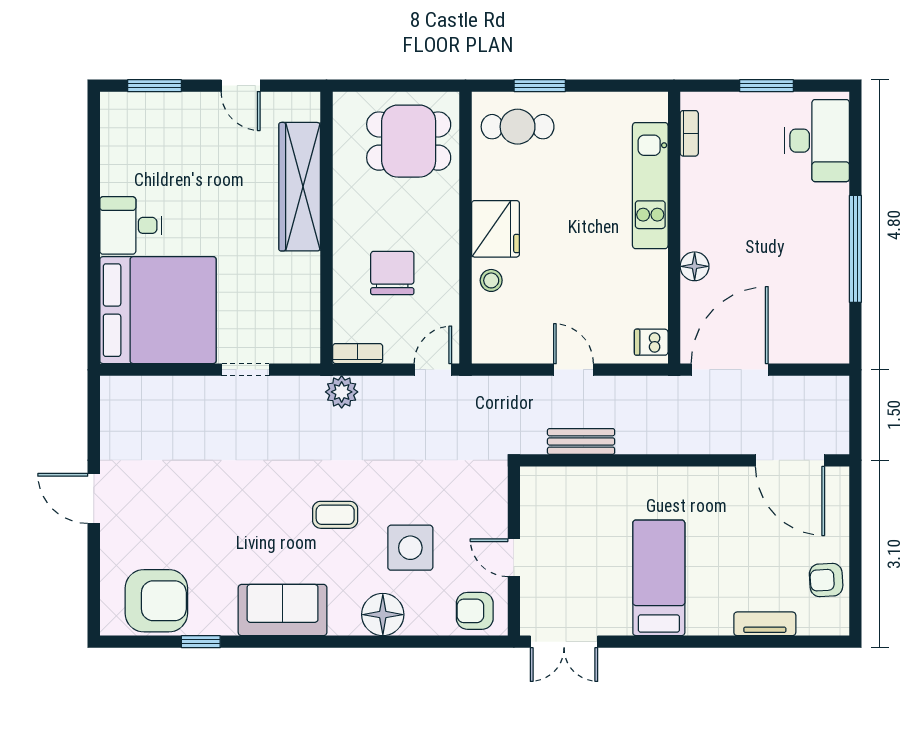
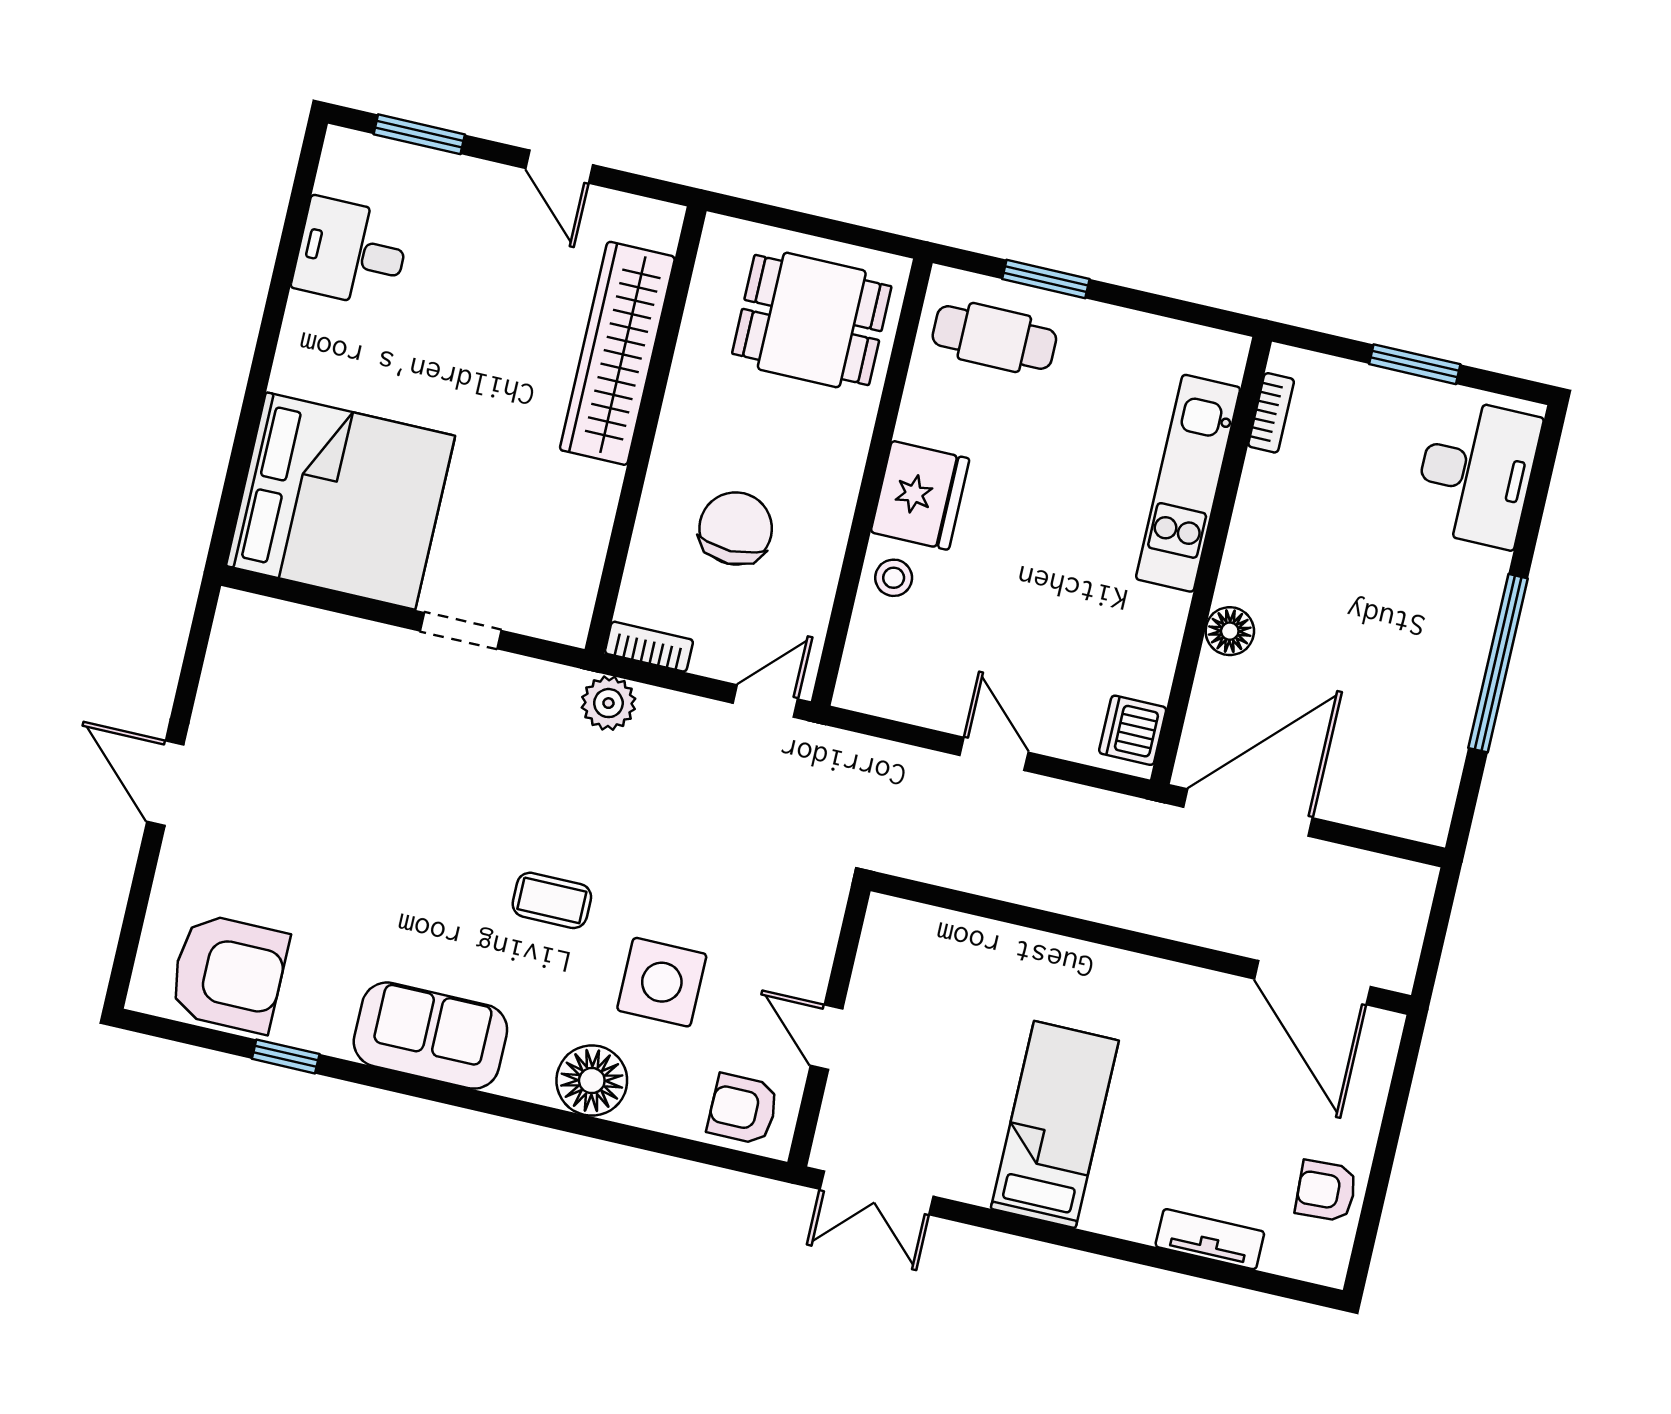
desk: (131, 225) -> (351, 252), moved
dishwasher: (651, 342) -> (1133, 730), width x1.38
bench: (581, 441) -> (979, 873), removed

